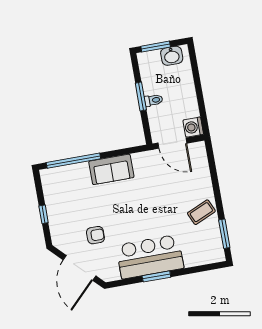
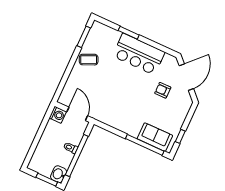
washbasin: (172, 56) -> (59, 174), moved, turned -90
window: (141, 96) -> (77, 156), width x2.11
sofa: (111, 169) -> (155, 137), moved
window: (44, 214) -> (180, 136), moved
window: (156, 276) -> (129, 33), moved

